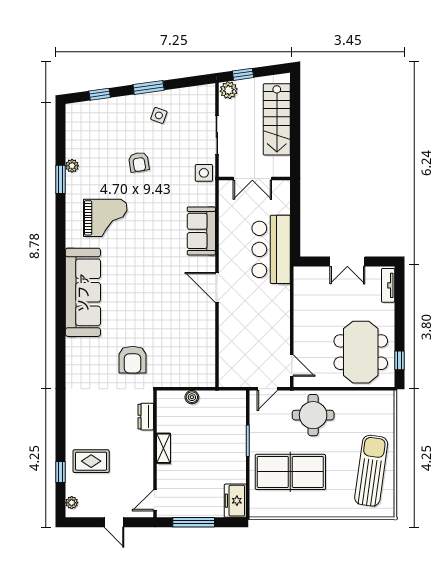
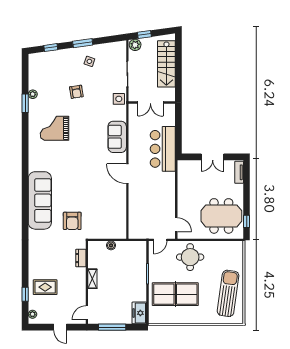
grand piano: (105, 218) -> (54, 128), turned 180
sofa: (83, 292) -> (40, 200), moved
meeting table: (361, 352) -> (221, 216), turned 90

